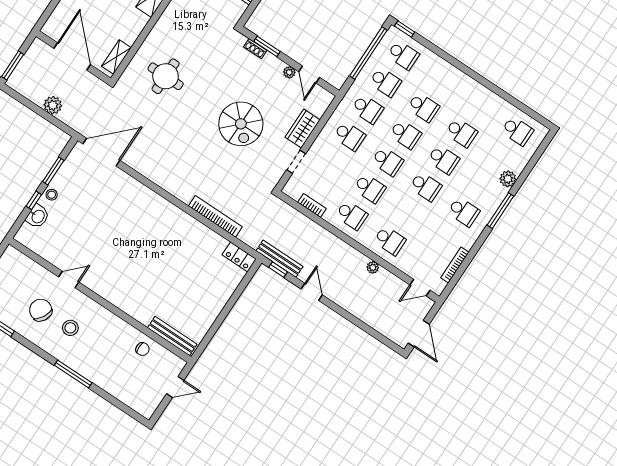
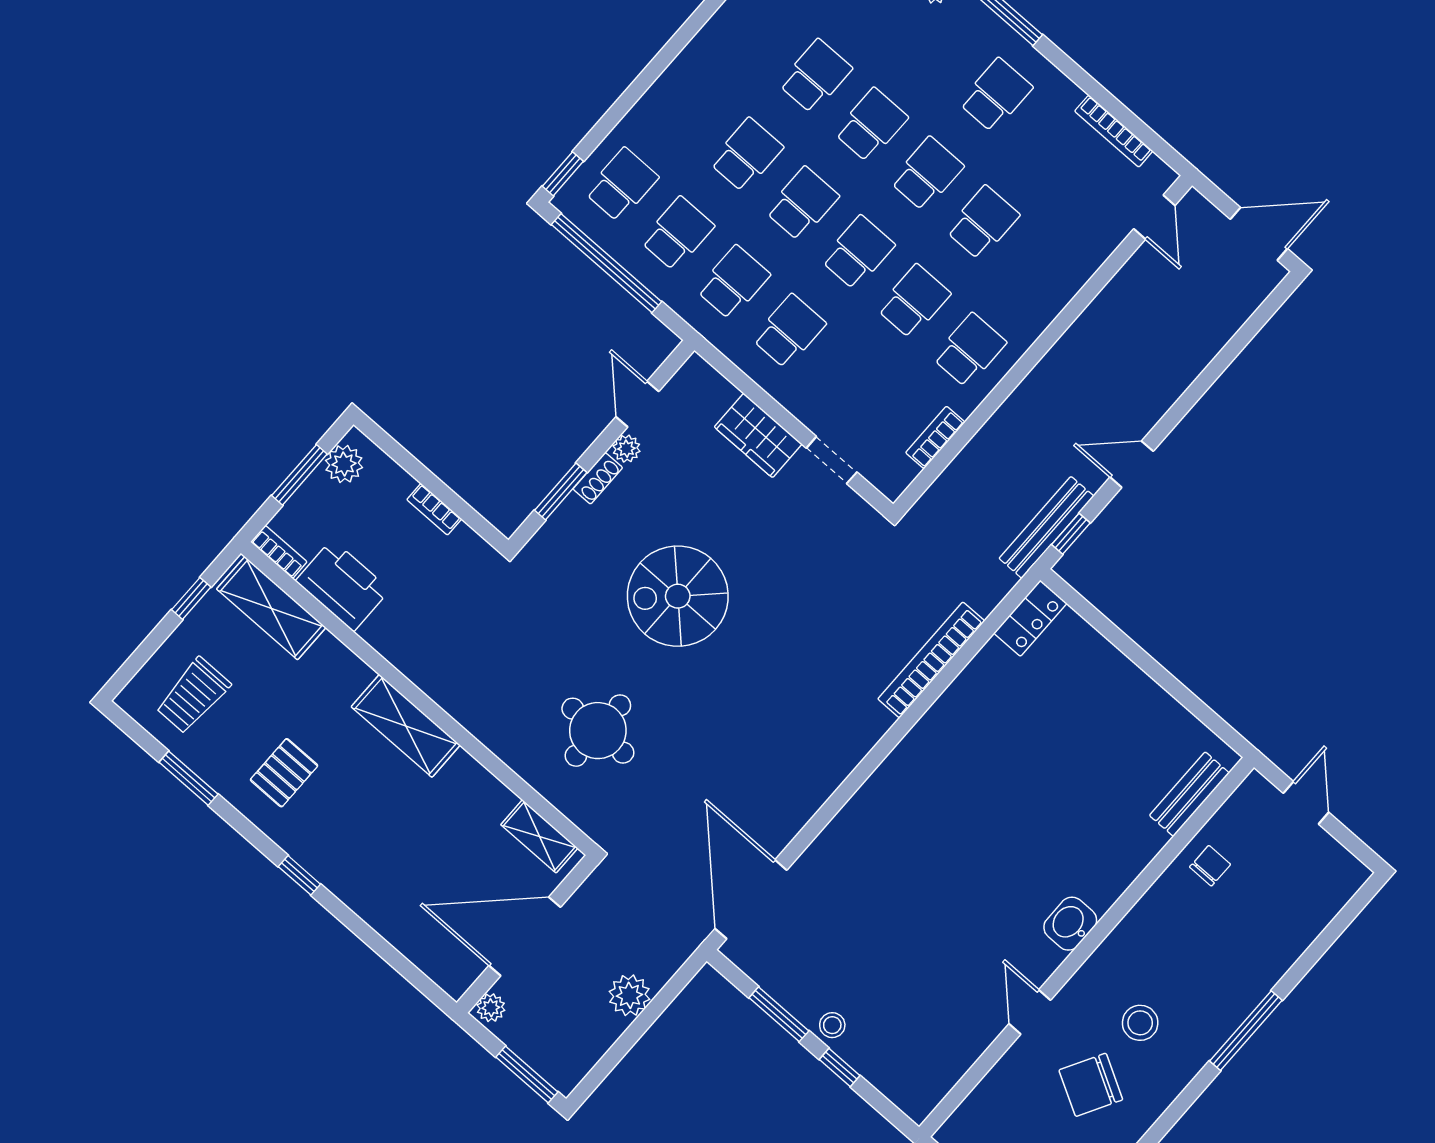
shoe rack: (255, 49) -> (598, 478), moved
door: (309, 74) -> (637, 404), swing flipped
spiral stairs: (241, 124) -> (678, 596), moved, turned 180
washbasin: (38, 216) -> (1070, 924), moved, turned -90
school desk: (390, 240) -> (983, 223), moved
plant: (373, 267) -> (491, 1008), moved
bench: (172, 336) -> (1189, 794), width x0.73

